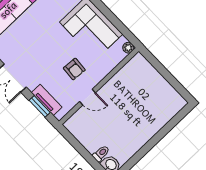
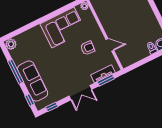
door: (88, 97) -> (110, 45), hinge flipped

